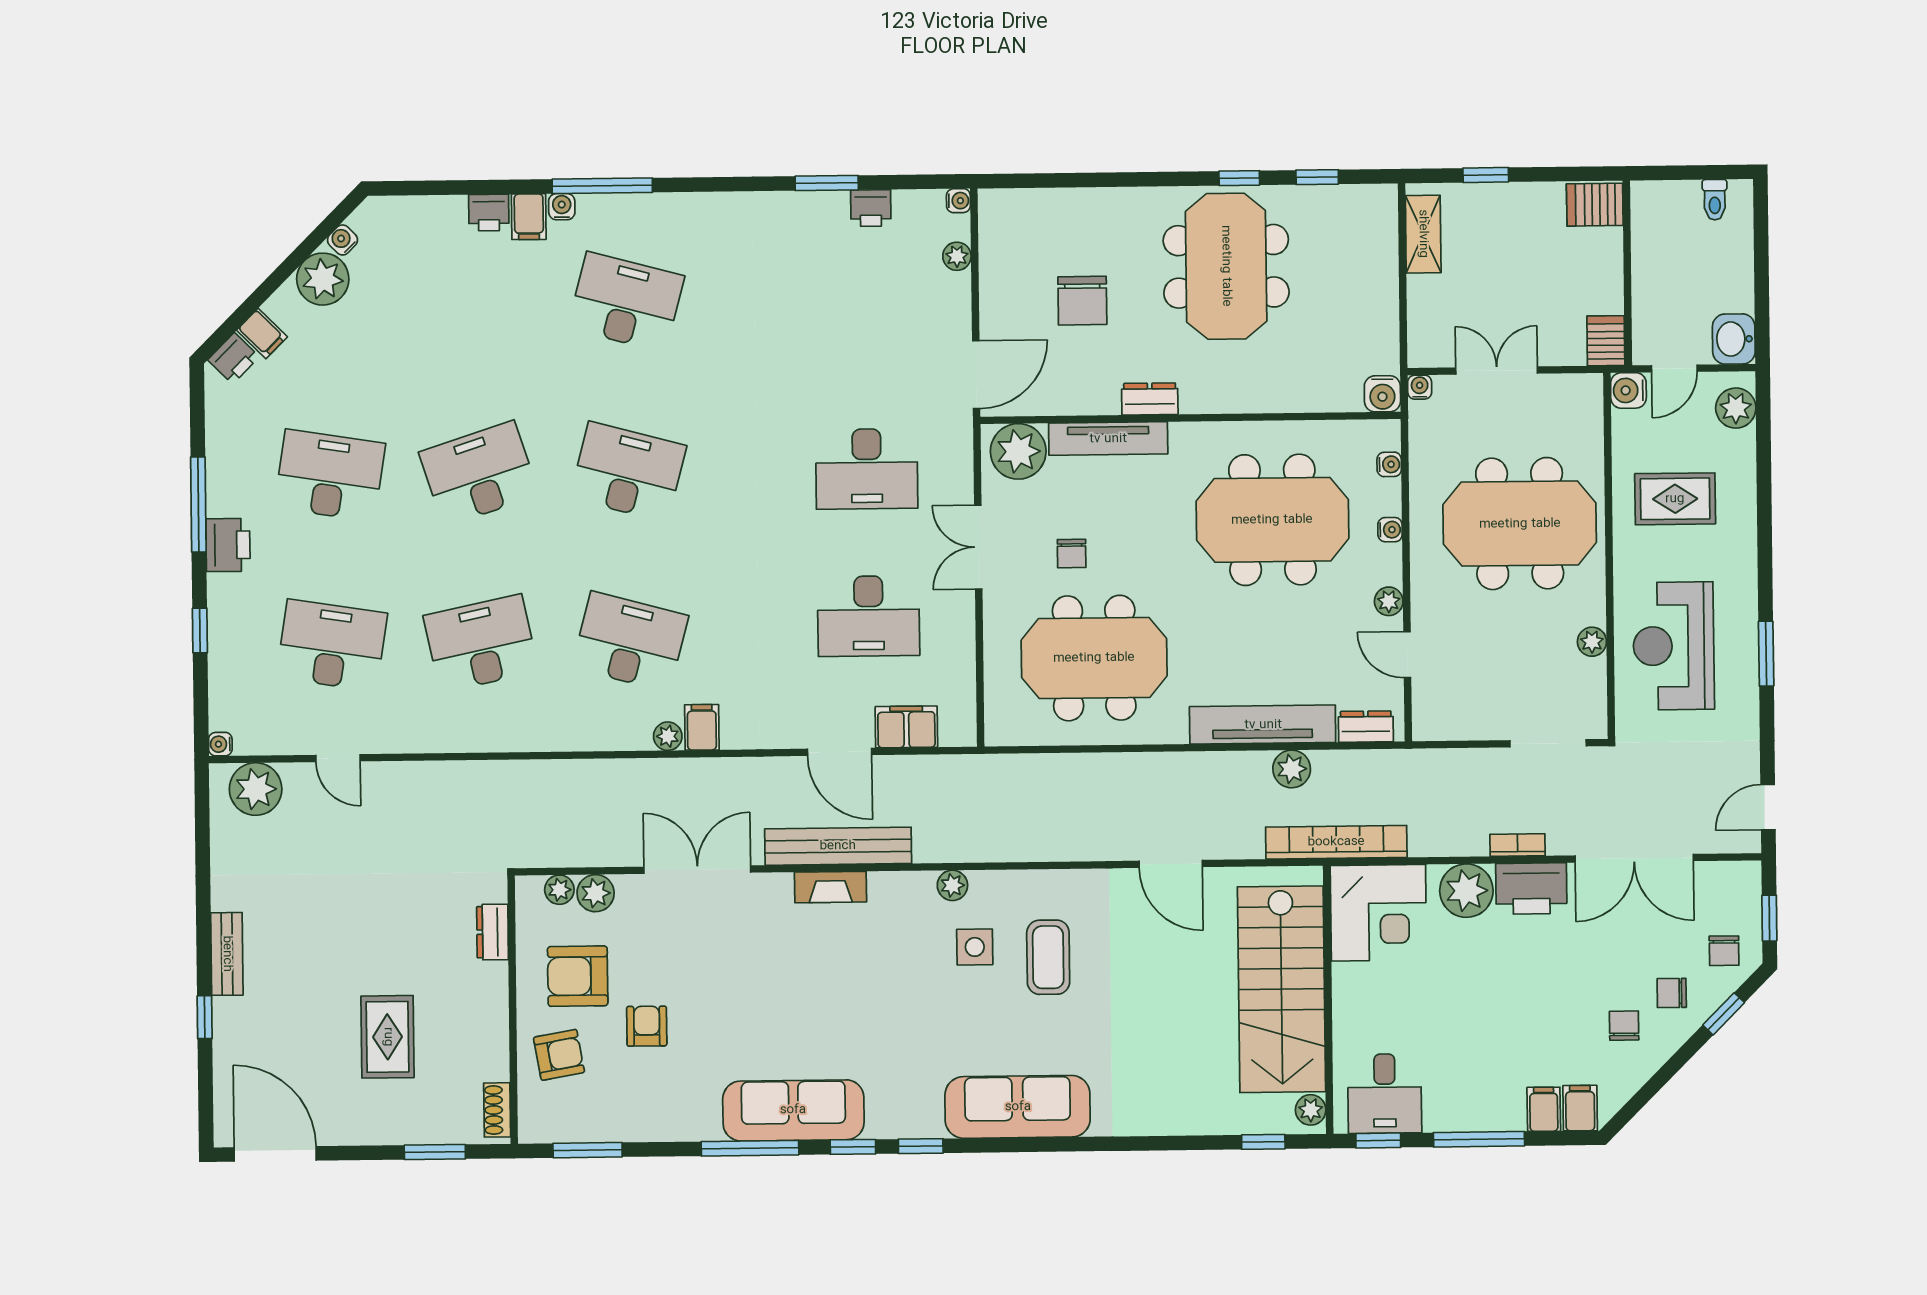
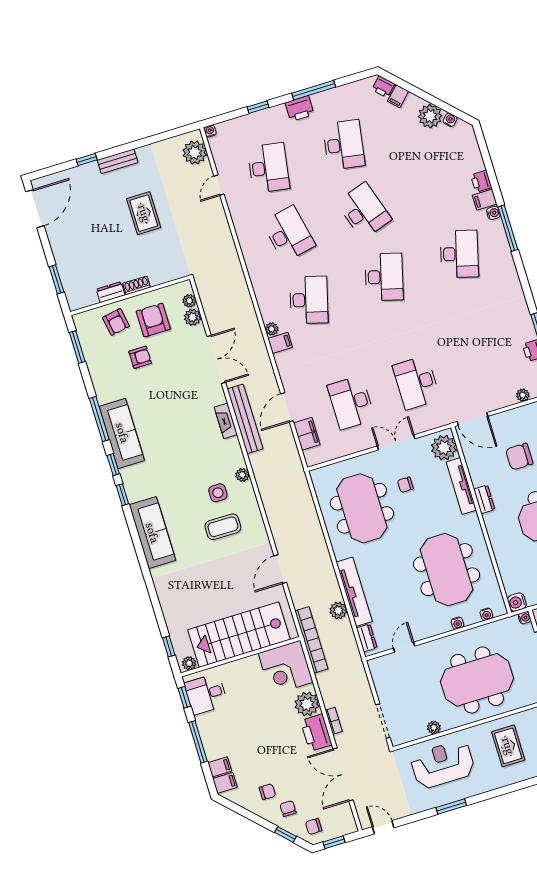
meeting table: (1520, 524) -> (477, 680), turned 90
plant: (1389, 601) -> (425, 632), removed
dresser: (492, 932) -> (111, 292), moved
rug: (388, 1037) -> (144, 213), moved, turned 90
shoe rack: (497, 1110) -> (137, 285), moved

